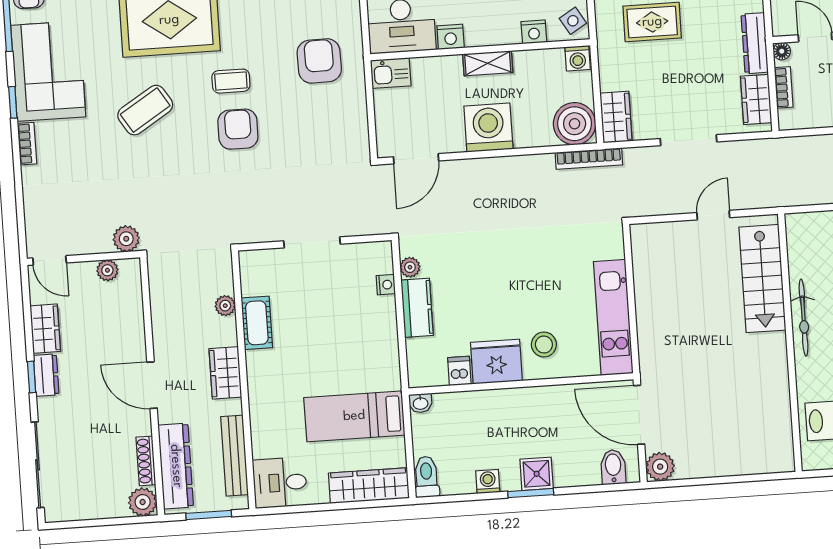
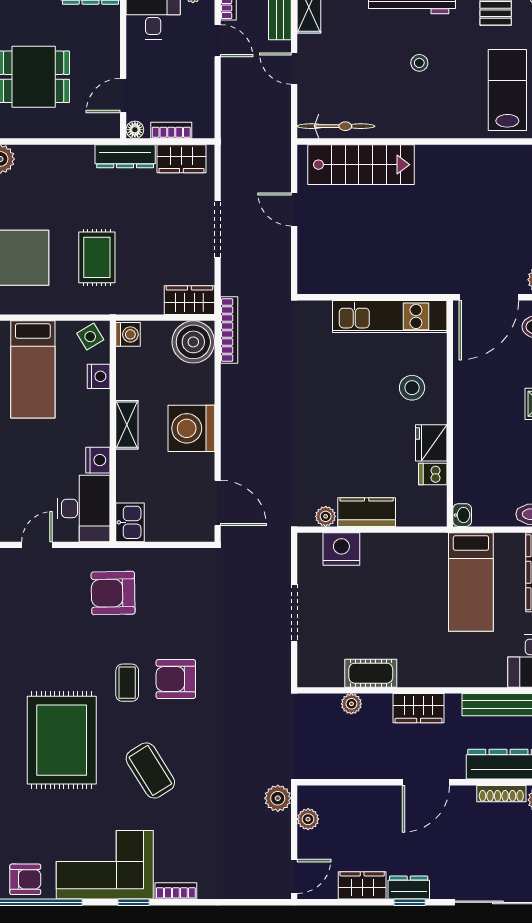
nightstand: (386, 285) -> (341, 549), width x1.89, depth x1.79
bicycle: (804, 318) -> (336, 126), moved
fridge: (496, 362) -> (431, 443), width x0.73, depth x0.75

